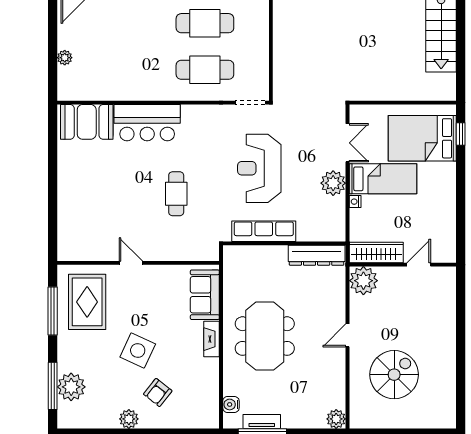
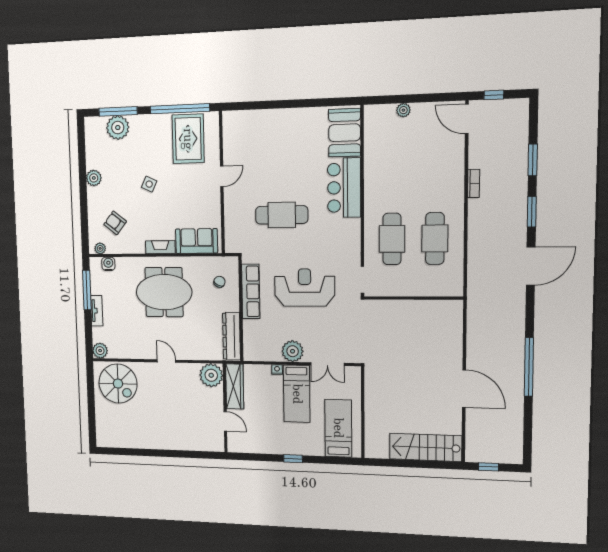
window: (461, 134) -> (293, 459), moved
bed: (422, 138) -> (338, 428), width x0.67
cafe table: (176, 194) -> (282, 215), width x1.37, depth x1.35
chair: (253, 268) -> (219, 282), added
rug: (87, 302) -> (188, 139), turned 90
window: (53, 311) -> (180, 109), width x1.46
side table: (138, 351) -> (149, 184), width x0.54, depth x0.54
spiral stairs: (394, 375) -> (118, 384), moved
armchair: (158, 392) -> (115, 223), moved
plant: (212, 414) -> (100, 248), added
tv unit: (262, 421) -> (97, 311), moved

